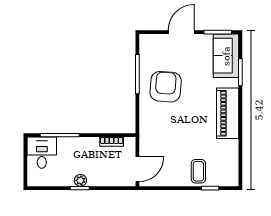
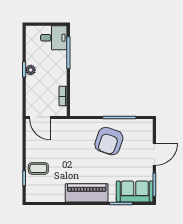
door: (181, 32) -> (154, 154), hinge flipped
armchair: (166, 87) -> (109, 141), turned 105

